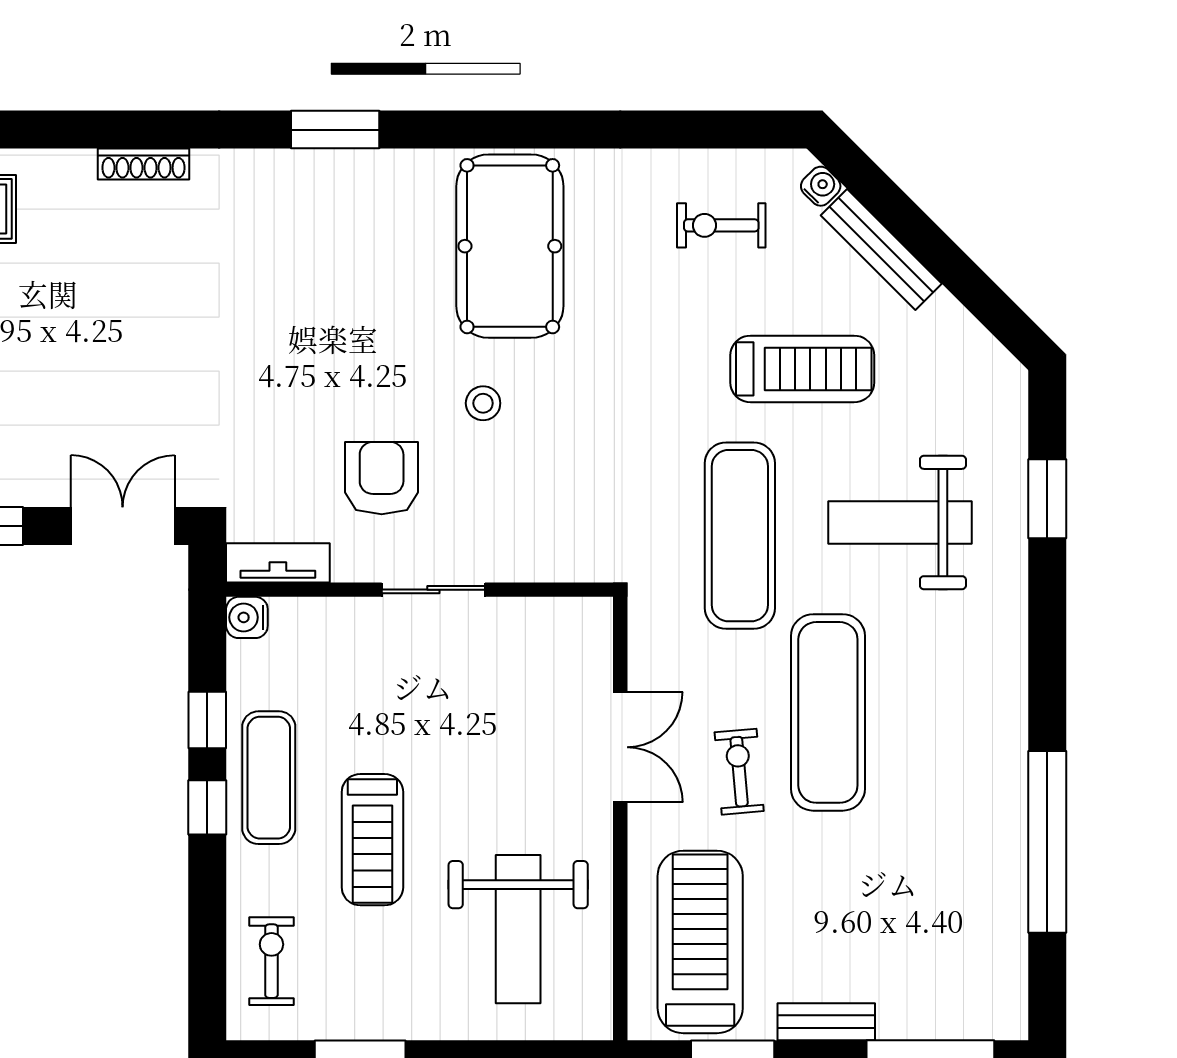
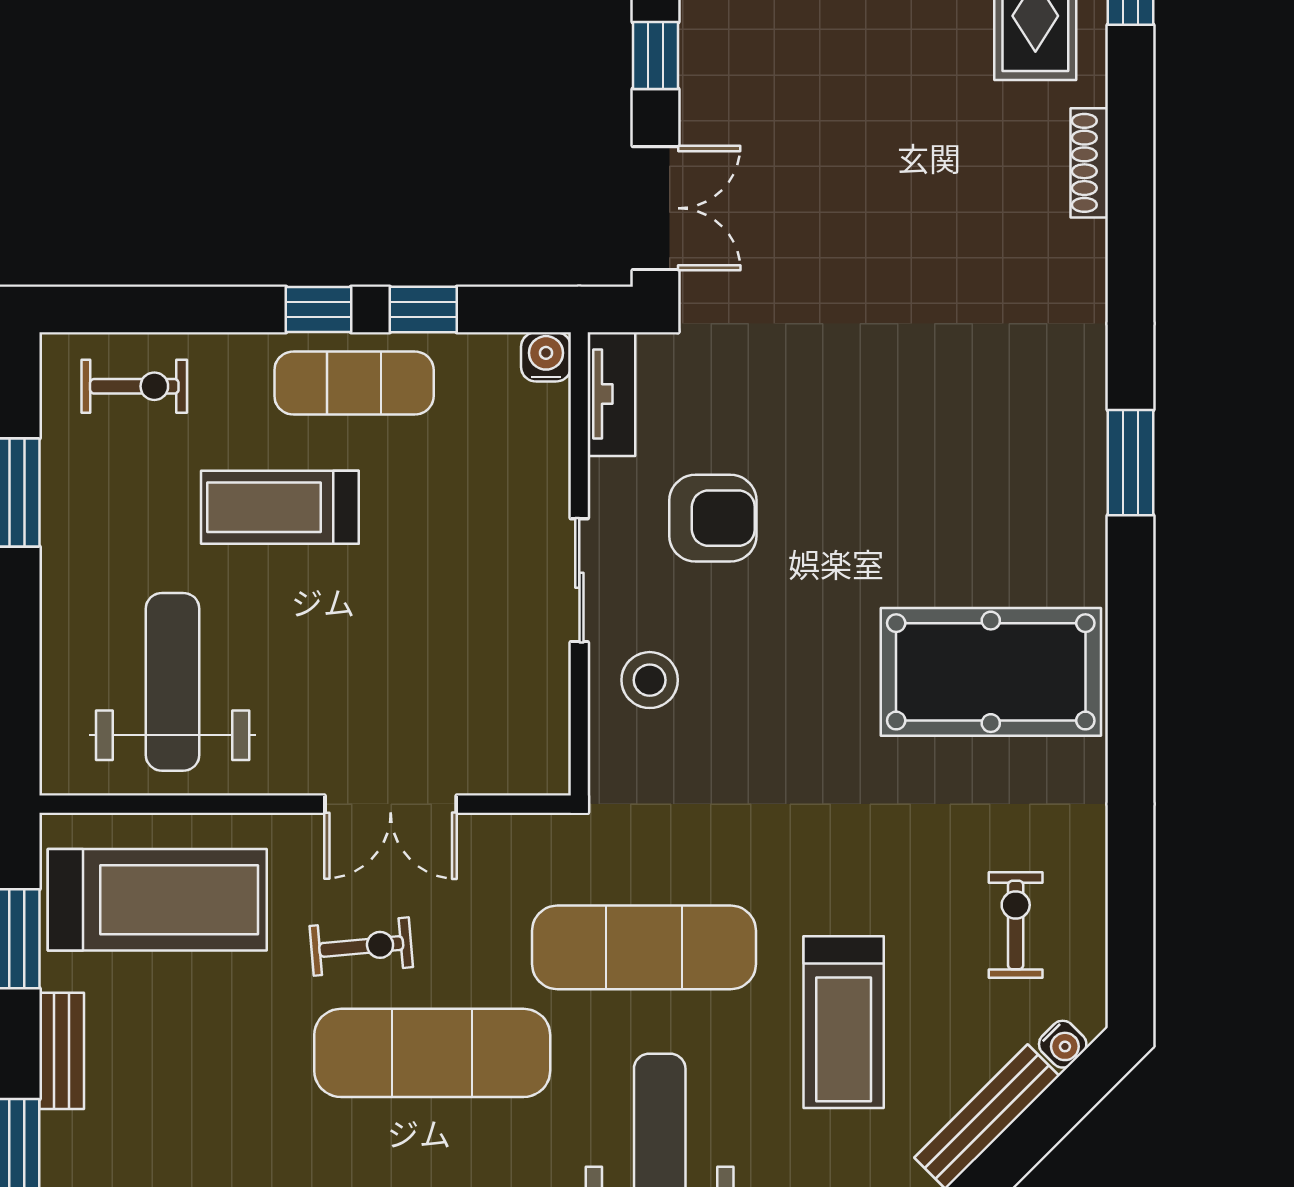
shoe rack: (144, 164) -> (1089, 163), moved
stool: (483, 403) -> (650, 680), moved, width x1.37, depth x1.37
weight bench: (518, 929) -> (173, 682), turned 90

